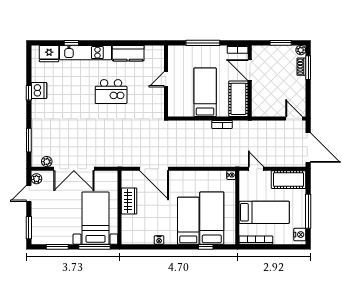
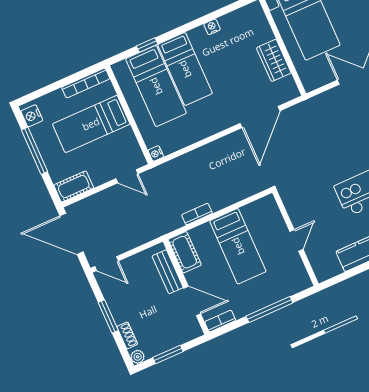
window: (308, 68) -> (108, 316), moved
bench: (257, 96) -> (168, 272), added
cot: (238, 99) -> (185, 252), width x0.73, depth x0.75
door: (154, 169) -> (260, 117), swing flipped
cot: (289, 180) -> (74, 186), width x0.73, depth x0.75

